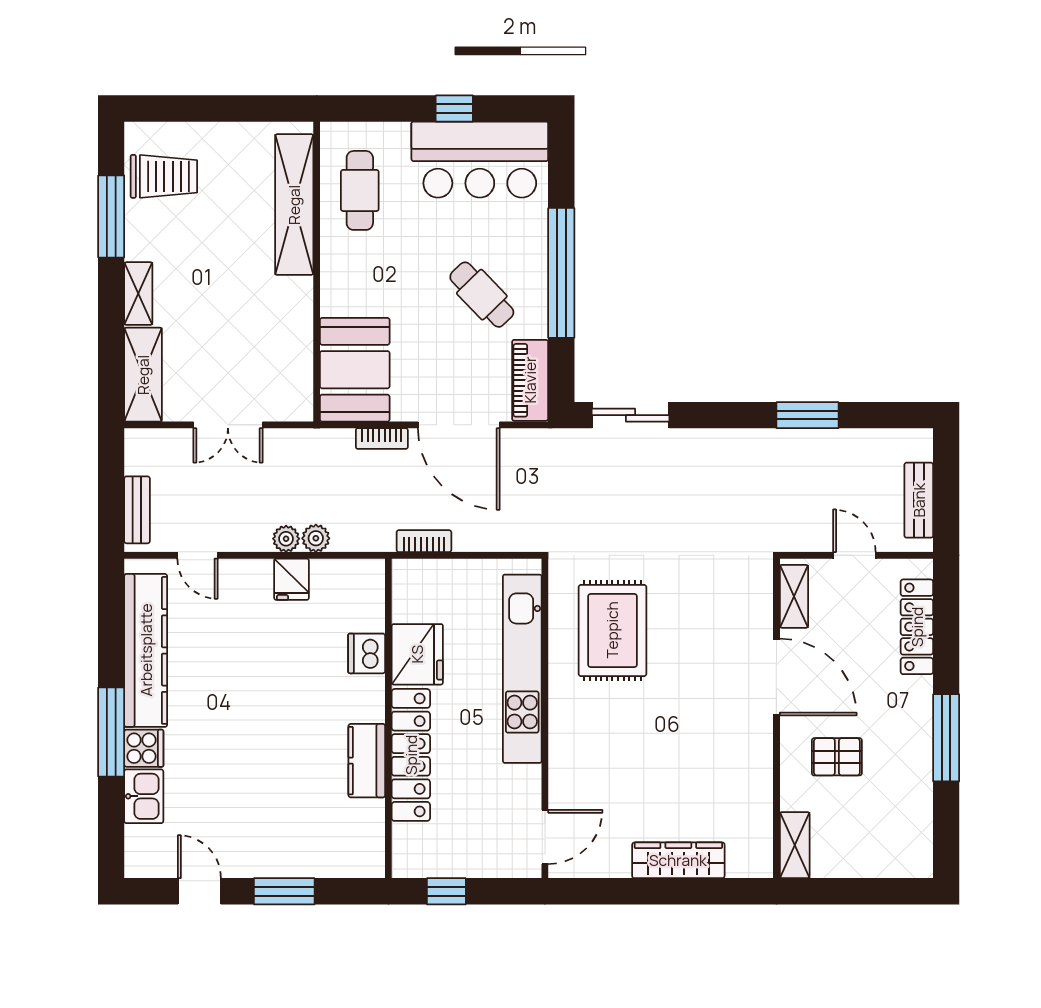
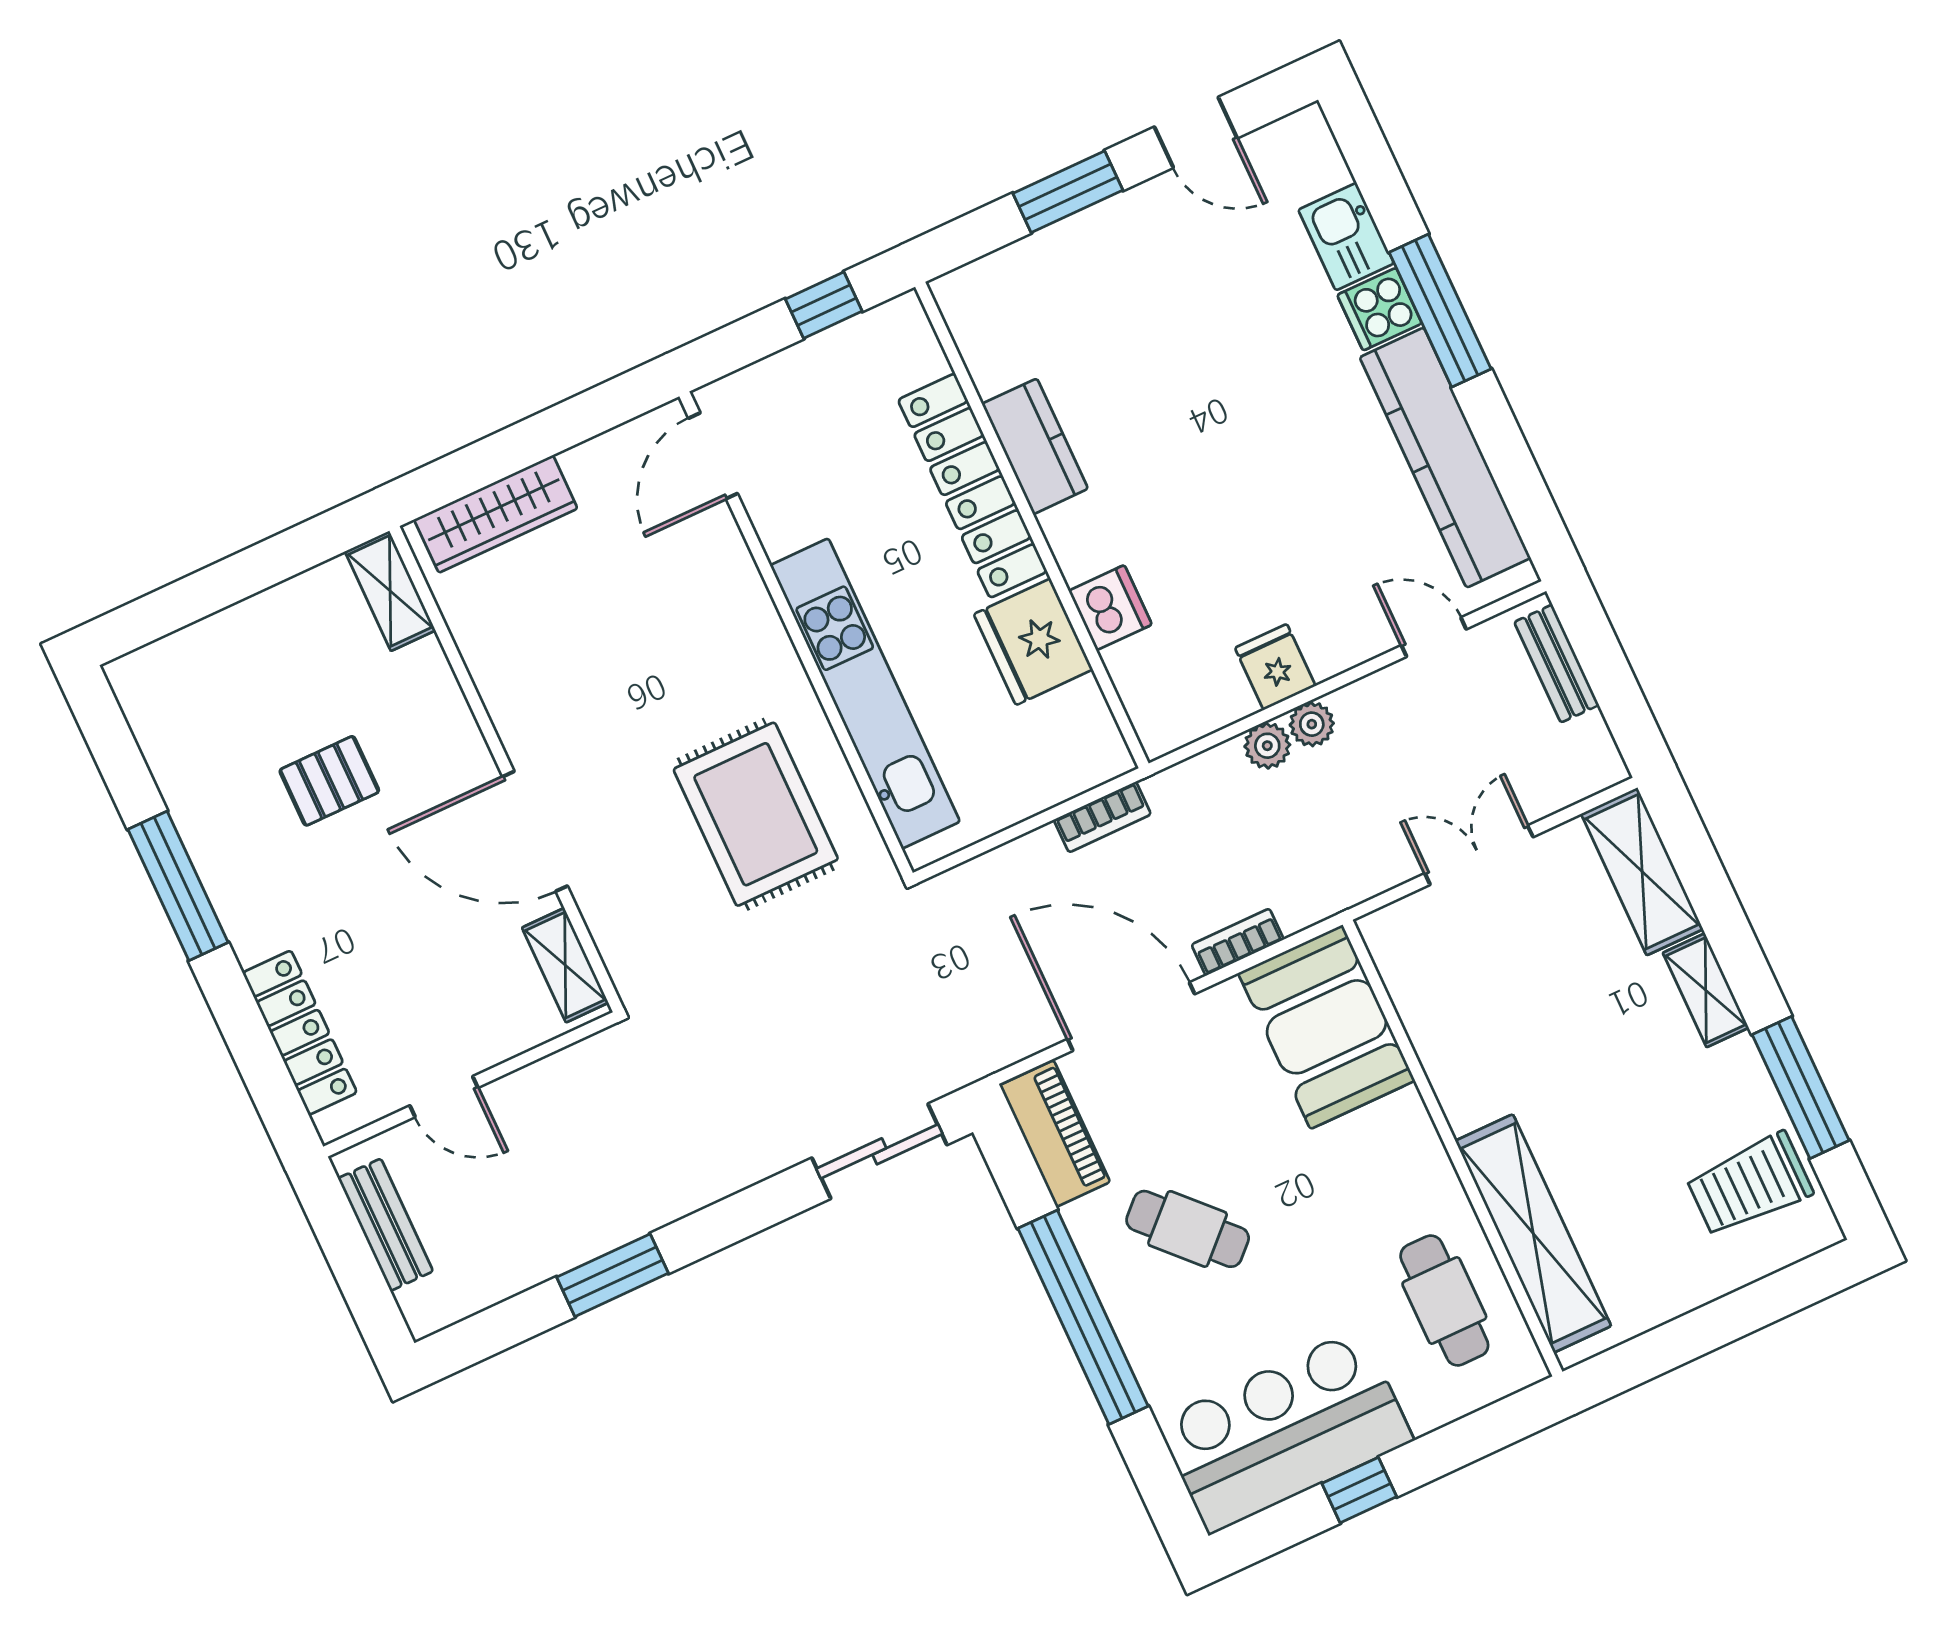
shelving: (794, 596) -> (565, 965), moved
door: (776, 677) -> (535, 831), moved
wall: (776, 718) -> (506, 769), moved
shelving: (795, 845) -> (390, 591), moved

